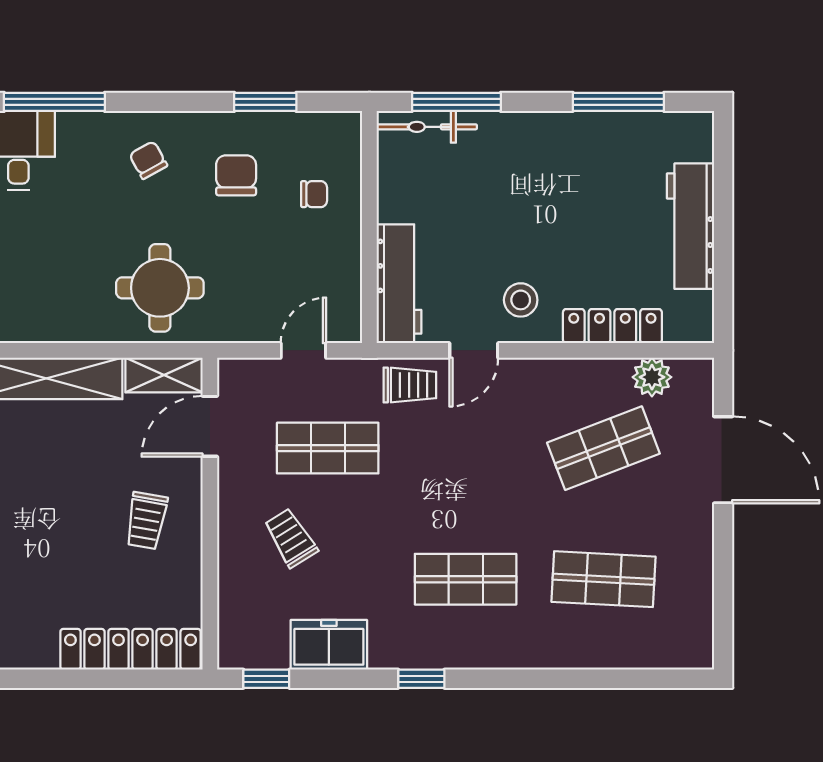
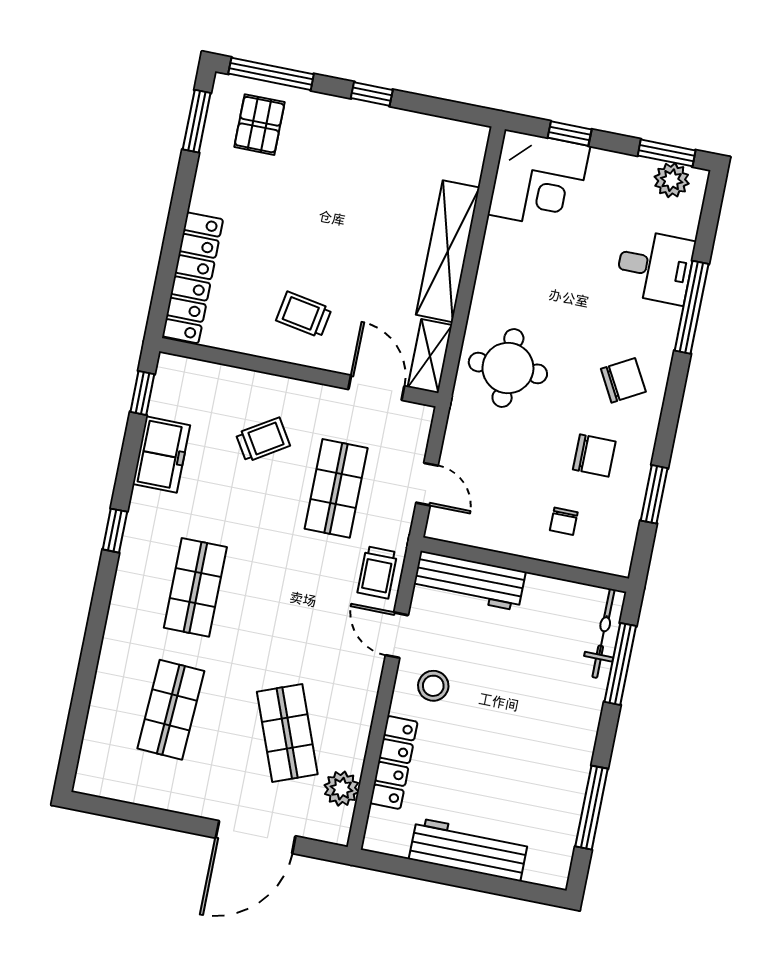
chair: (148, 160) -> (623, 380), width x1.37, depth x1.37

